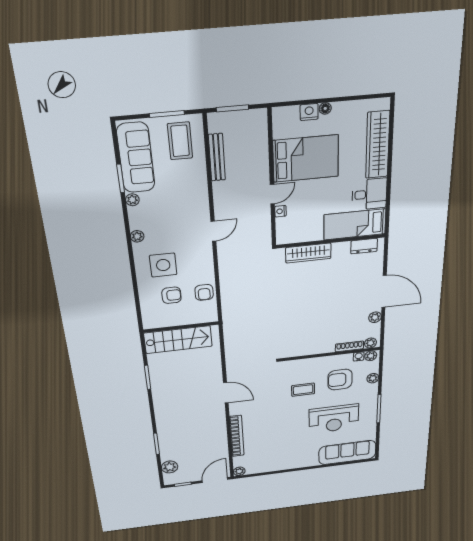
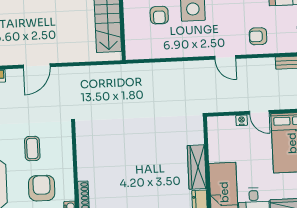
wardrobe: (308, 253) -> (197, 167), moved
armchair: (204, 292) -> (258, 36), moved

